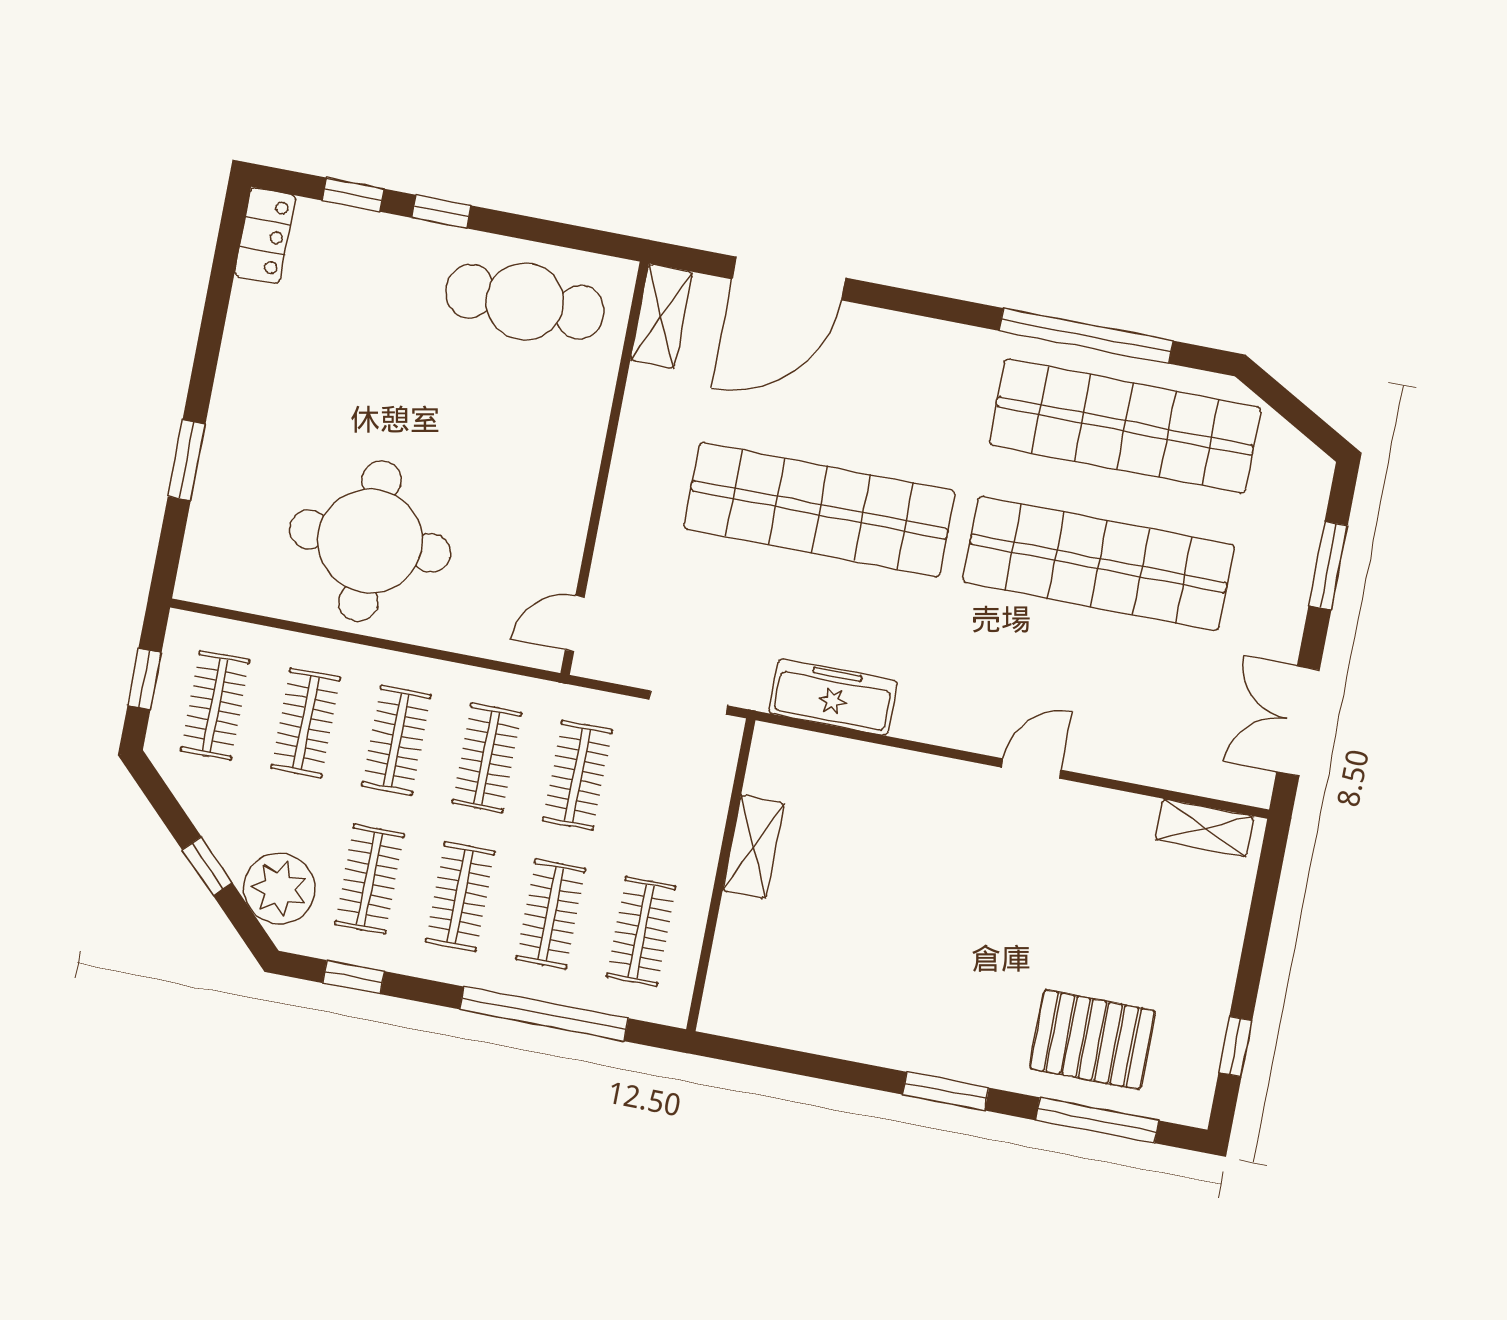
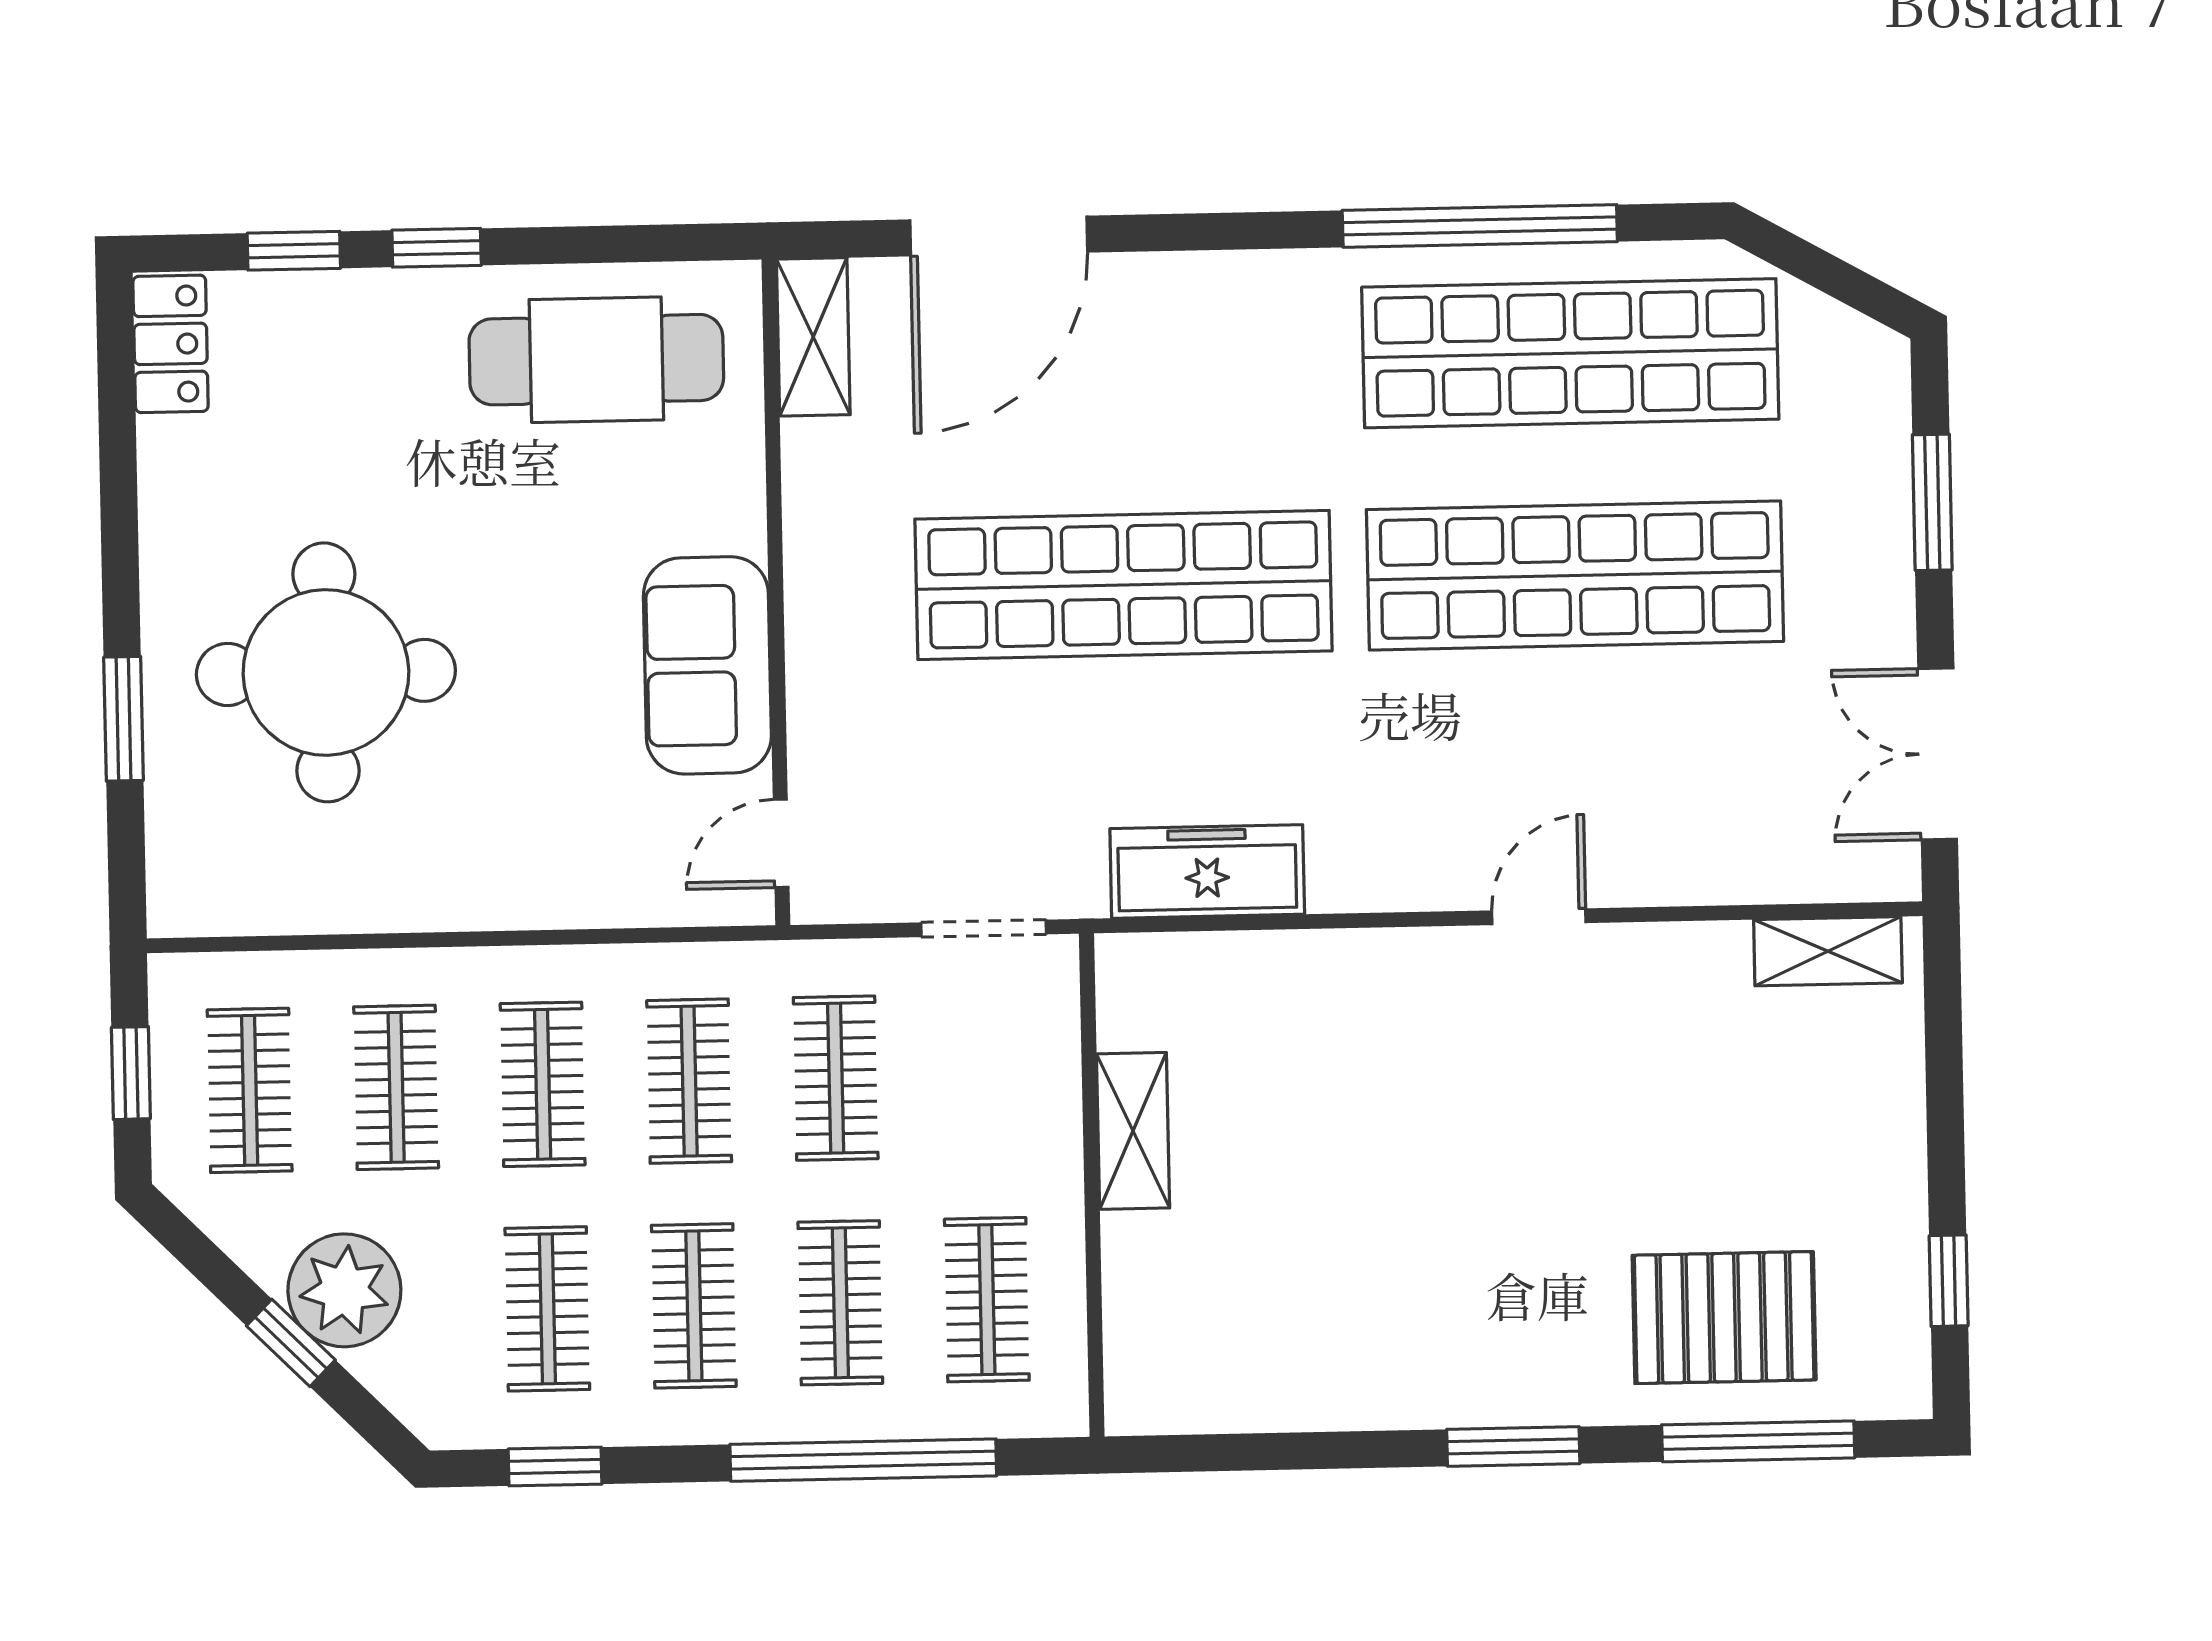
sofa: (553, 504) -> (707, 665), added
round table: (370, 541) -> (326, 672), moved
plant: (279, 888) -> (344, 1290), moved

